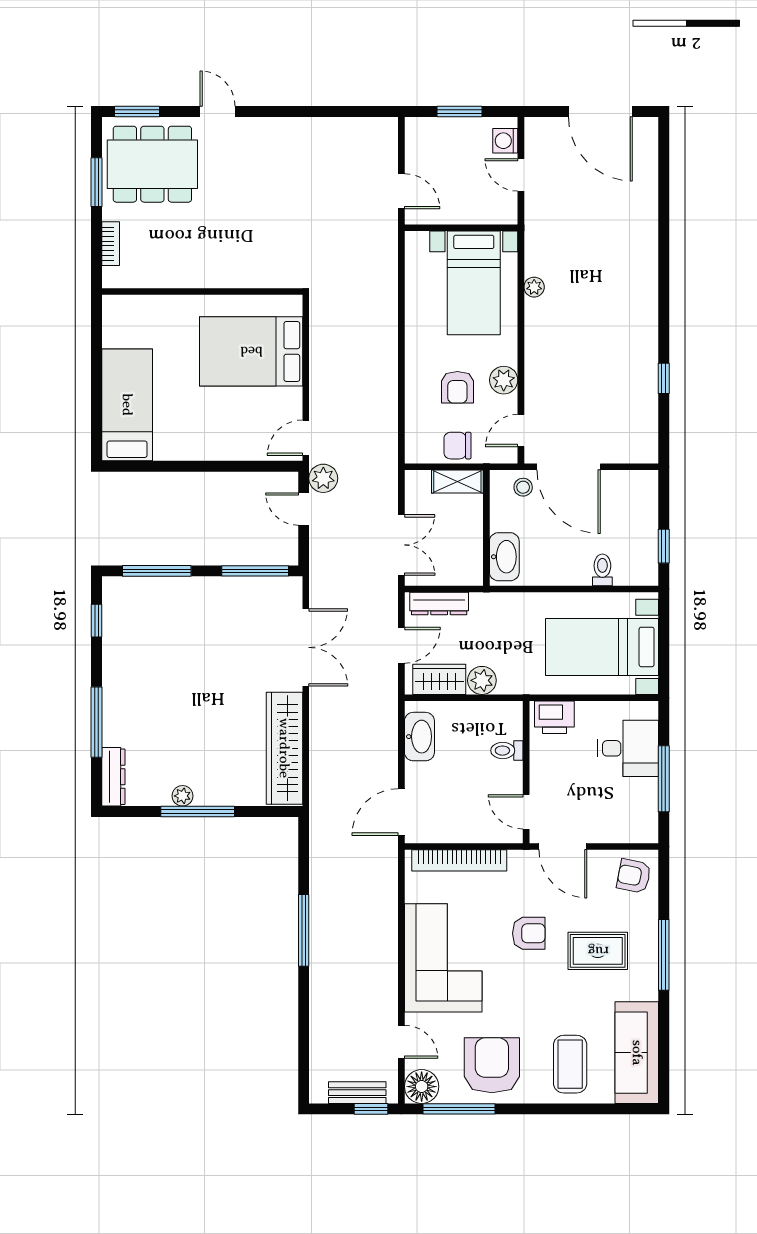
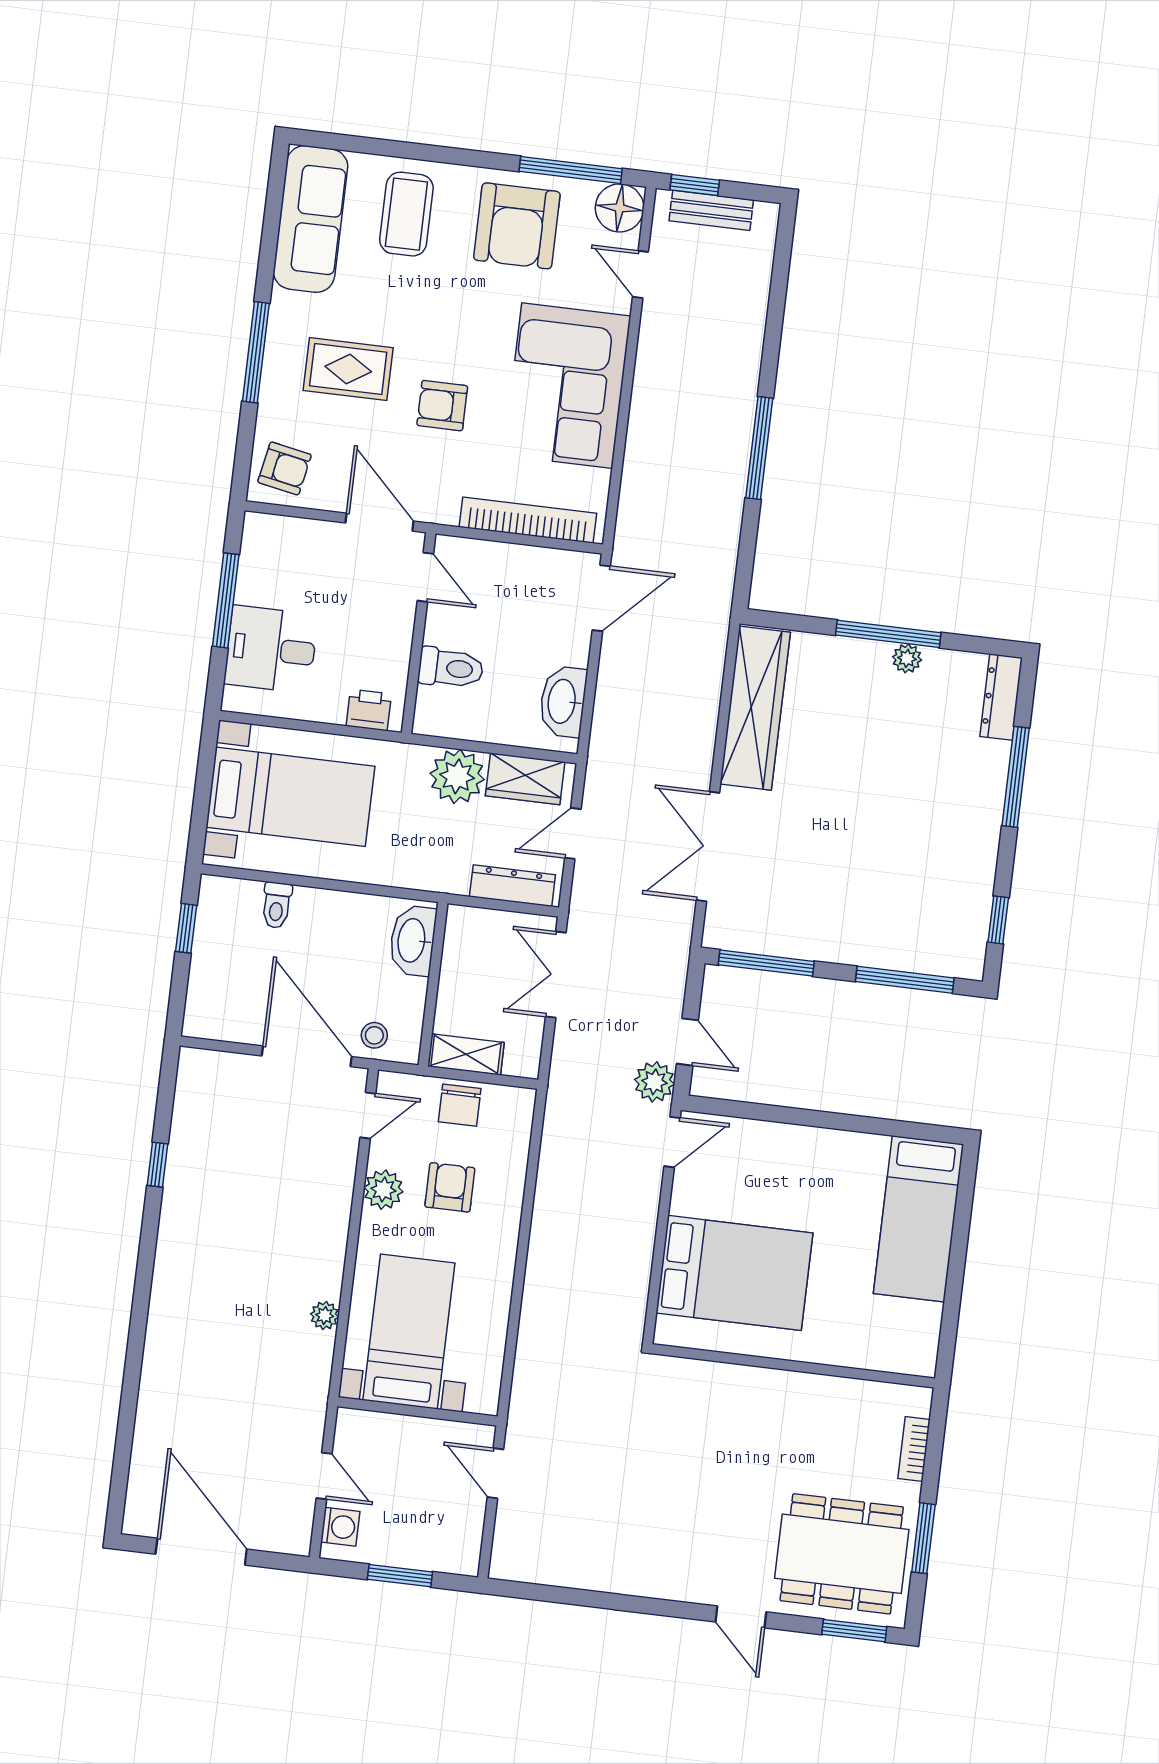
chair: (457, 446) -> (460, 1105), turned 90
plant: (482, 680) -> (457, 776), width x1.36, depth x1.36
printer: (554, 717) -> (369, 710), width x0.73, depth x0.81
toilet: (507, 751) -> (451, 668), width x1.37, depth x1.39

